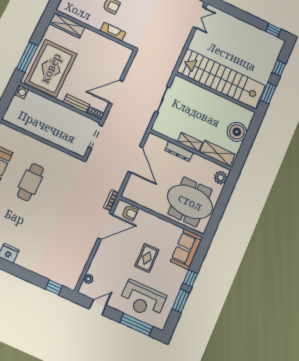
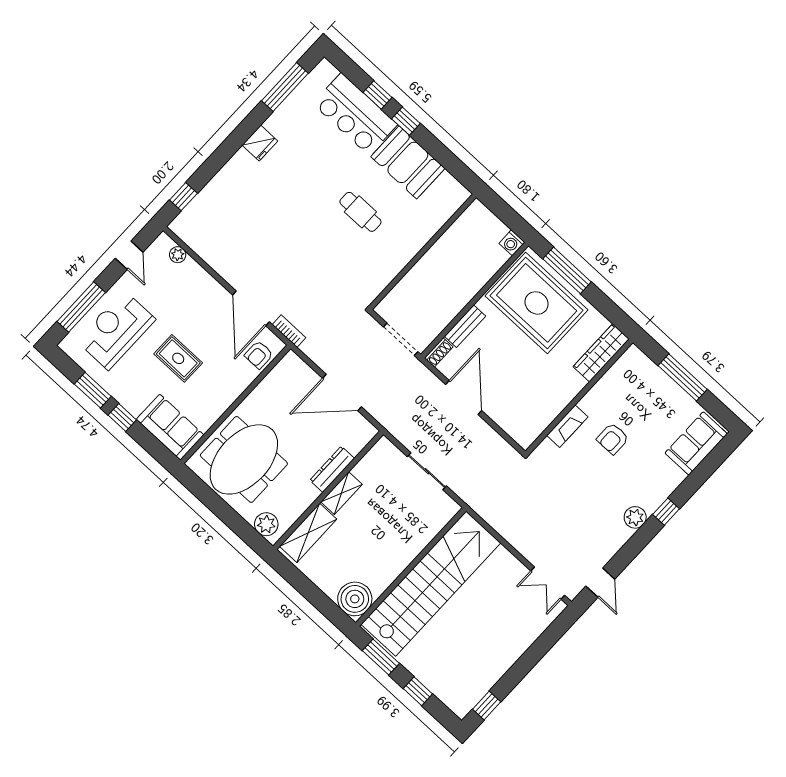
boiler: (237, 132) -> (355, 599), moved
cafe table: (30, 182) -> (360, 212), width x0.73, depth x0.74

